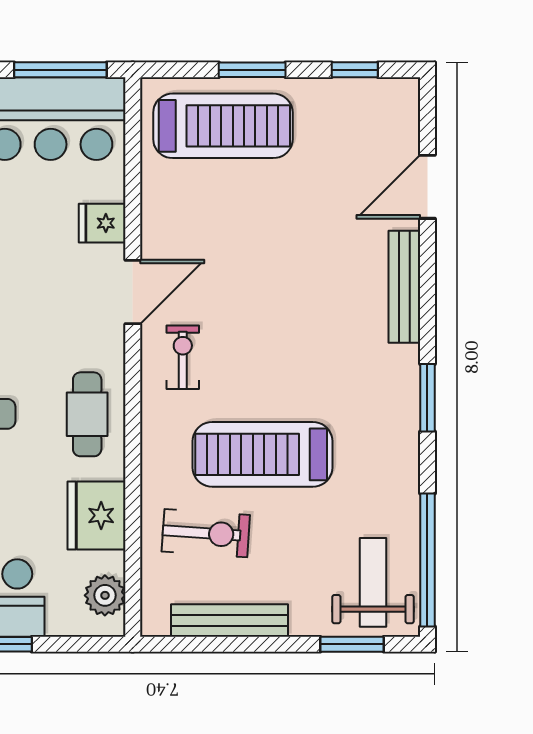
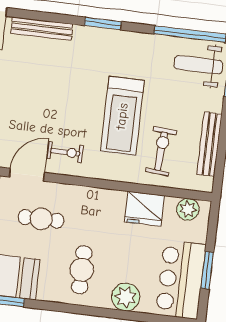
door: (133, 292) -> (27, 175), hinge flipped
exercise bike: (183, 357) -> (65, 152), turned 180
cafe table: (87, 414) -> (41, 219), moved

